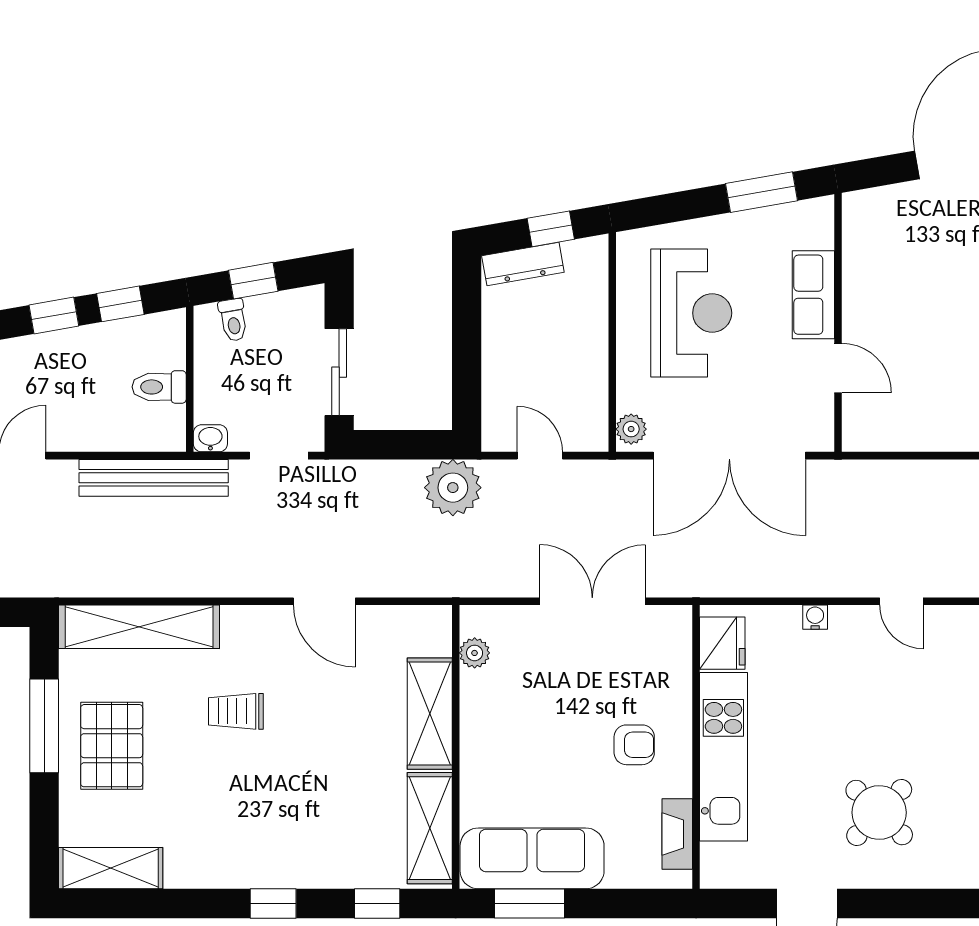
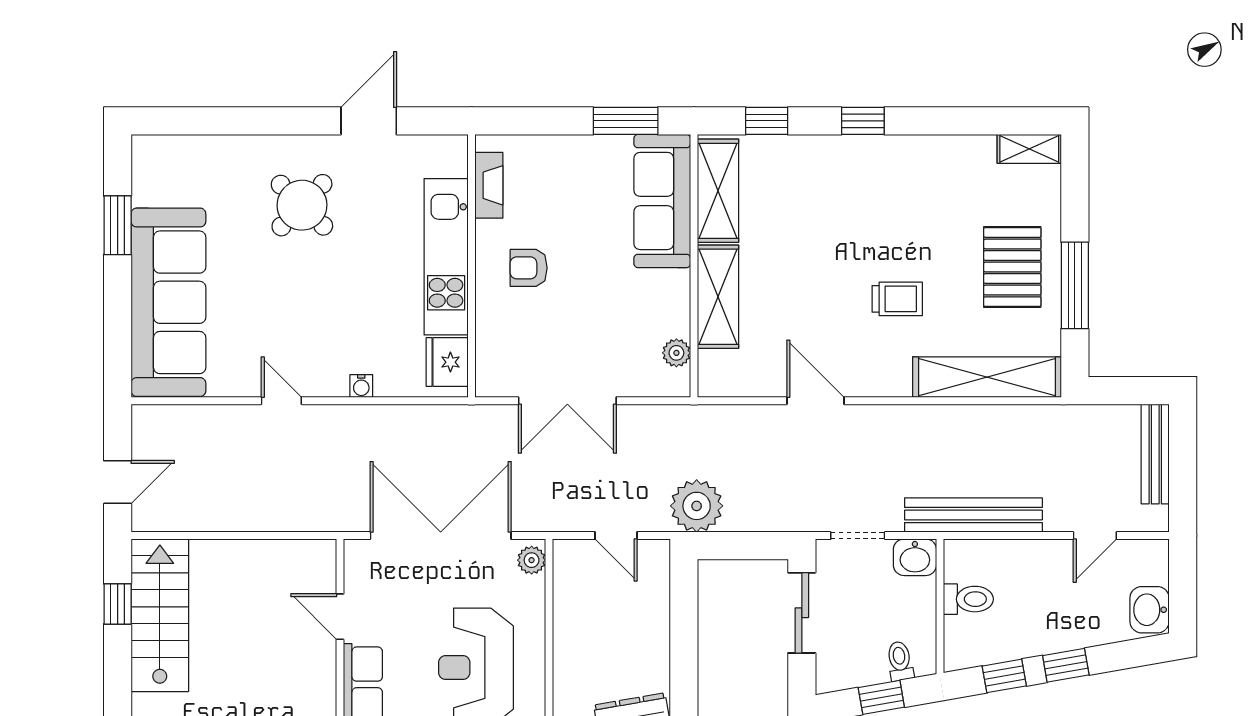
washbasin: (210, 438) -> (915, 557), width x1.38, depth x1.45
sofa: (532, 858) -> (662, 201), moved, turned 90
shelving: (111, 868) -> (1029, 149), width x0.67, depth x0.75

